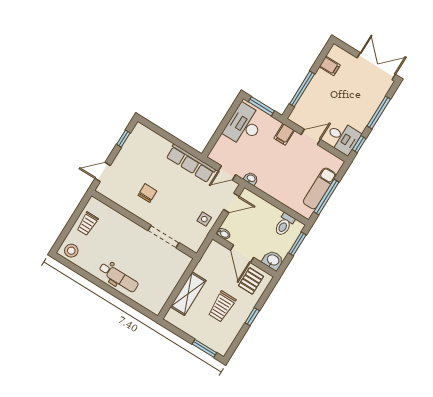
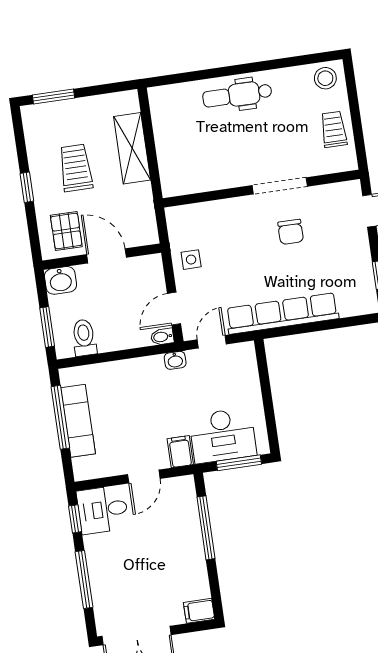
filing cabinet: (330, 66) -> (199, 611), moved
desk: (244, 125) -> (223, 435), moved, turned 90
row of seats: (191, 163) -> (282, 313), width x1.36
bidet: (224, 234) -> (162, 337), moved
doorway: (163, 237) -> (280, 186), moved

